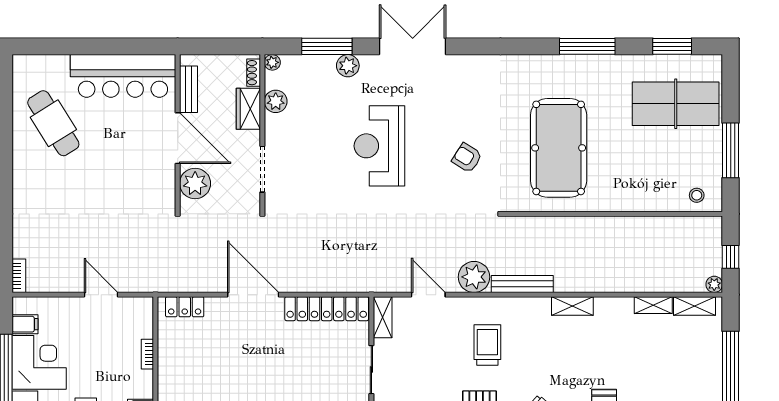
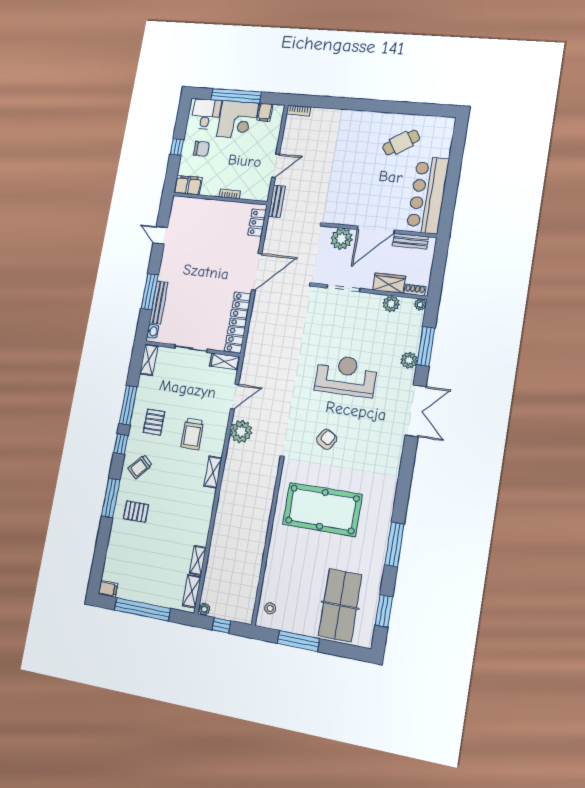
cafe table: (53, 123) -> (401, 143), width x0.73, depth x0.74
bench: (522, 284) -> (277, 201), moved, width x0.73
shelving: (572, 306) -> (213, 472), moved
trolley: (487, 345) -> (192, 434), turned 90

